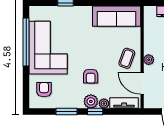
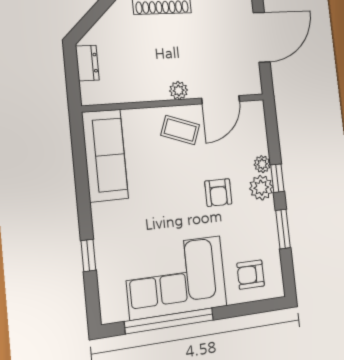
armchair: (91, 76) -> (218, 193), turned 90
tv unit: (124, 103) -> (258, 129), removed

